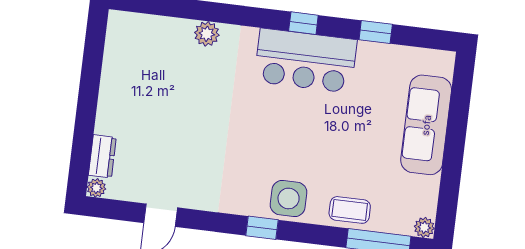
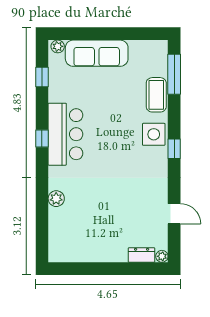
window: (376, 32) -> (42, 77), moved
coffee table: (350, 210) -> (156, 95), width x1.36, depth x1.30
plant: (424, 227) -> (58, 46), moved

